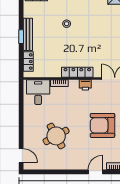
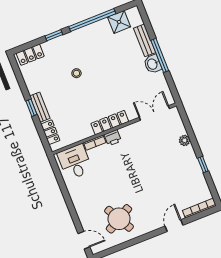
bench: (28, 34) -> (40, 107), width x0.73
printer: (85, 85) -> (113, 138), moved
armchair: (102, 125) -> (161, 171), removed
round table: (56, 136) -> (119, 219), moved

